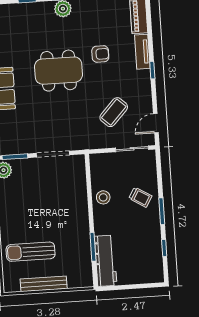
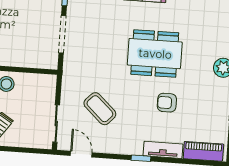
armchair: (100, 54) -> (167, 103), turned 90
dining table: (59, 71) -> (155, 54), turned 90

